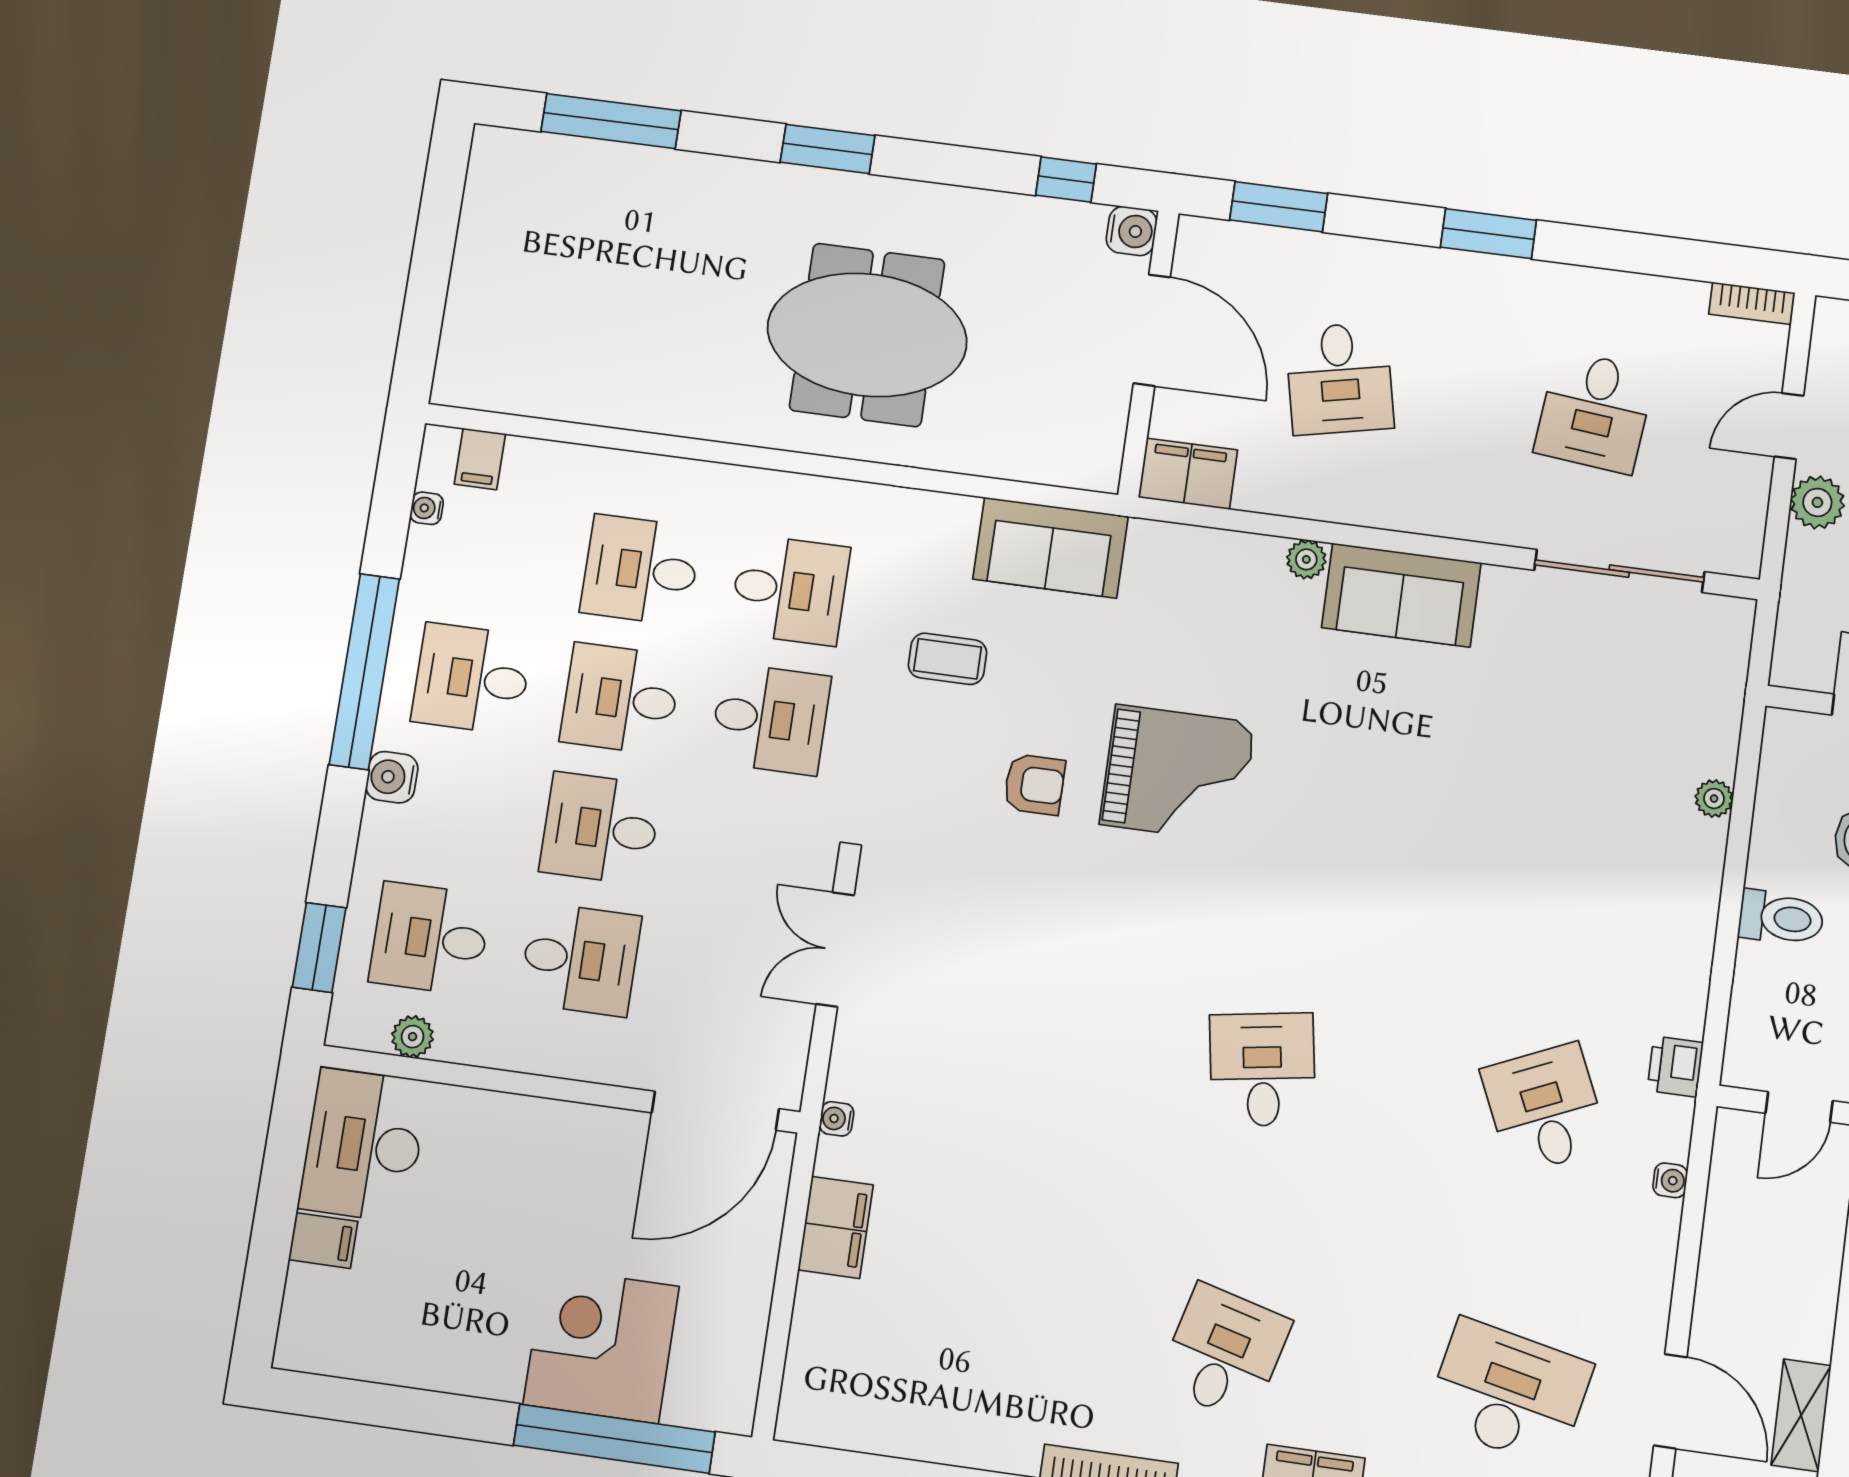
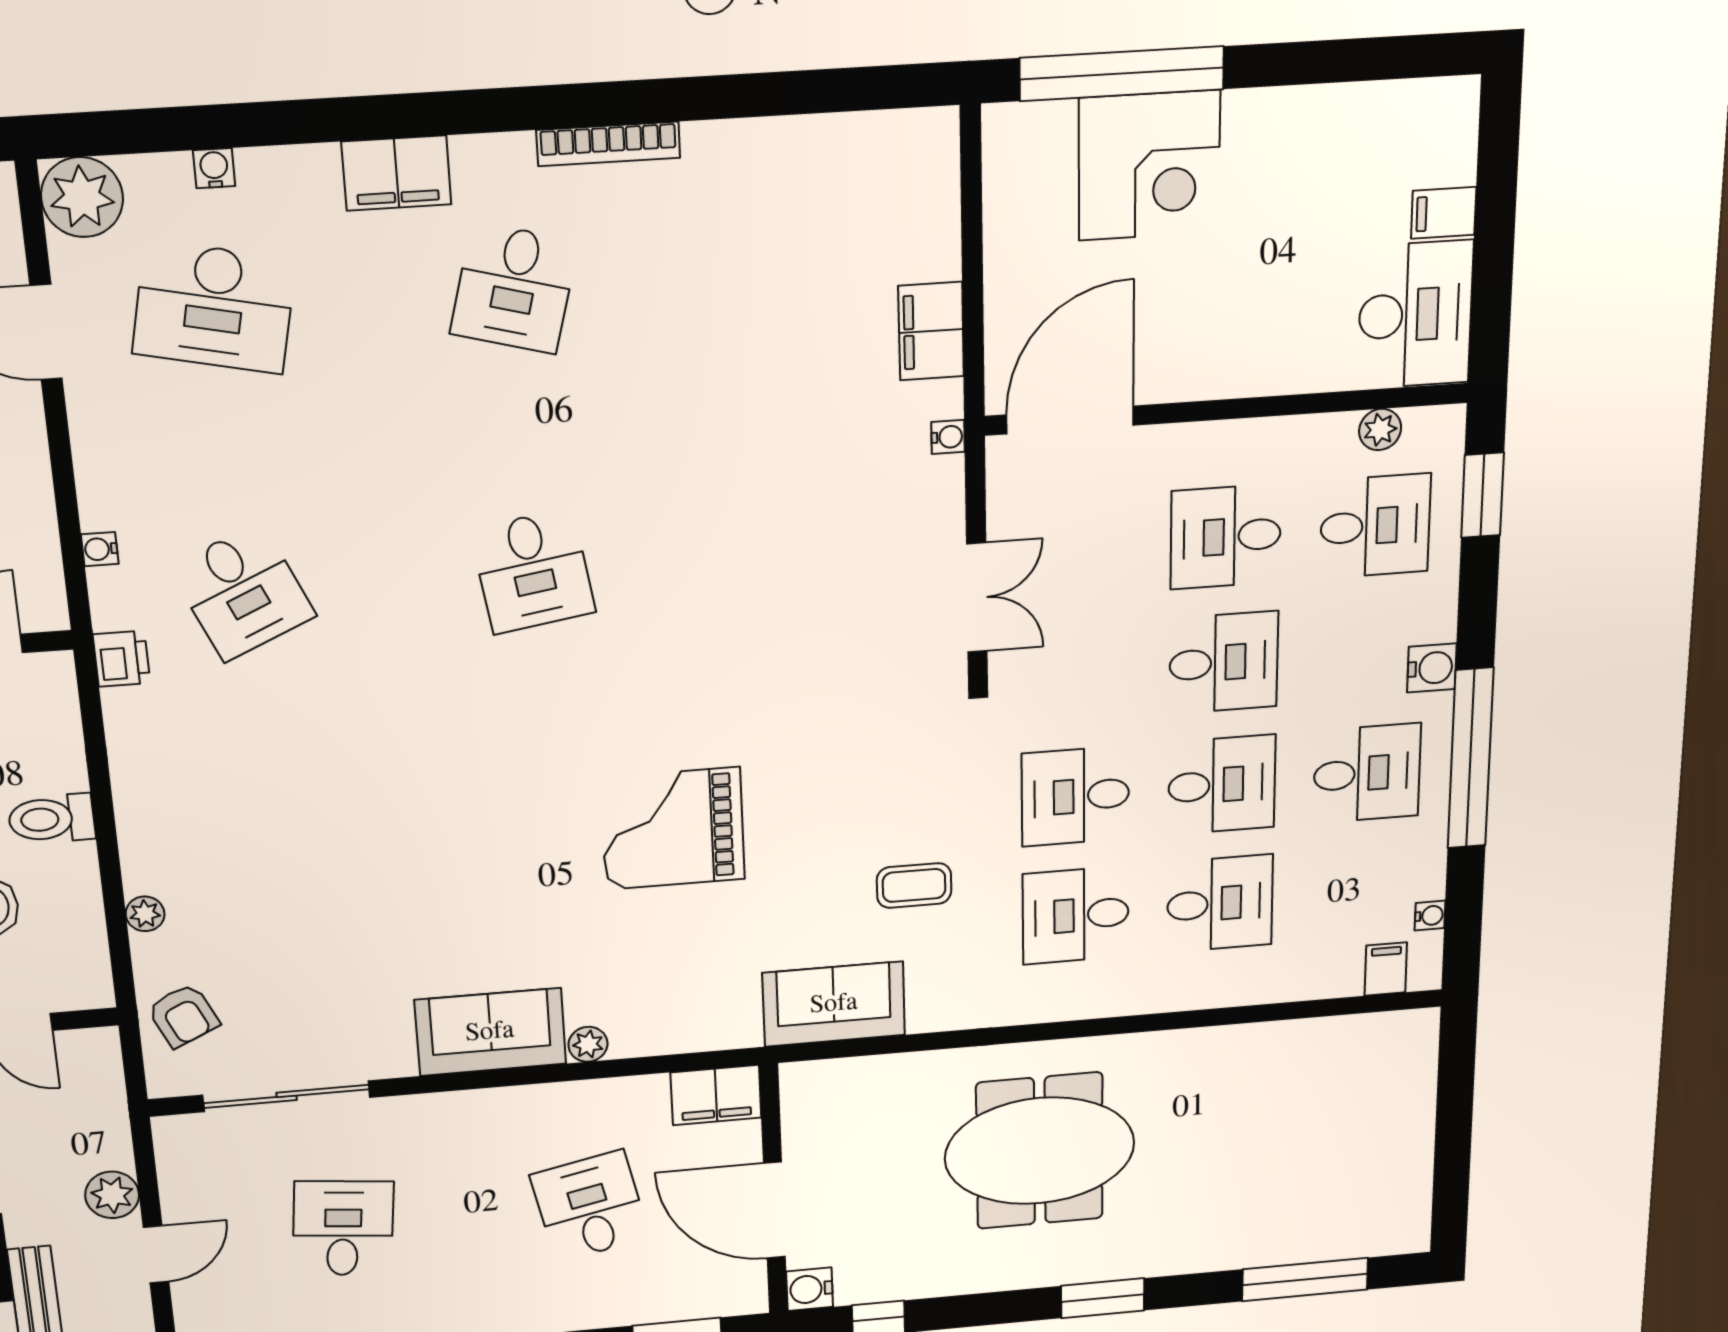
armchair: (1034, 784) -> (183, 1016), moved, turned -115

